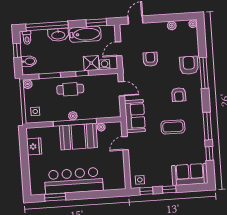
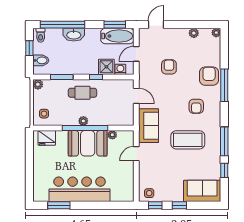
bathtub: (85, 34) -> (117, 36), moved
coffee table: (173, 127) -> (188, 140), width x1.36, depth x1.32
fridge: (34, 146) -> (47, 138), moved, turned 90

